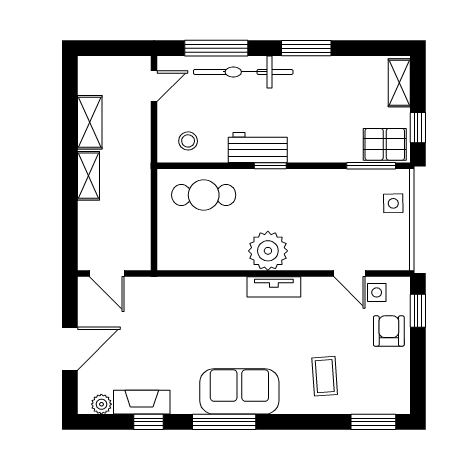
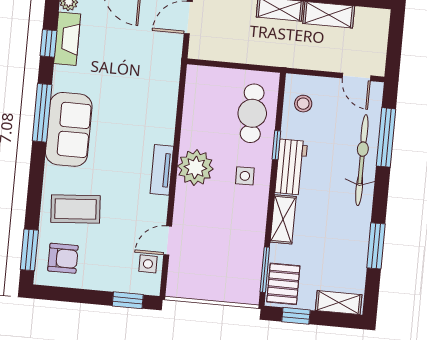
window: (306, 48) -> (376, 246), moved
shelving: (315, 151) -> (283, 219), added
window: (270, 166) -> (276, 145), moved
side table: (393, 203) -> (245, 176), moved
armchair: (389, 331) -> (63, 258), moved
coffee table: (325, 376) -> (75, 209), width x1.36, depth x1.30

